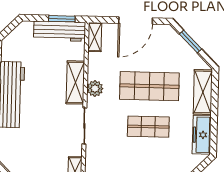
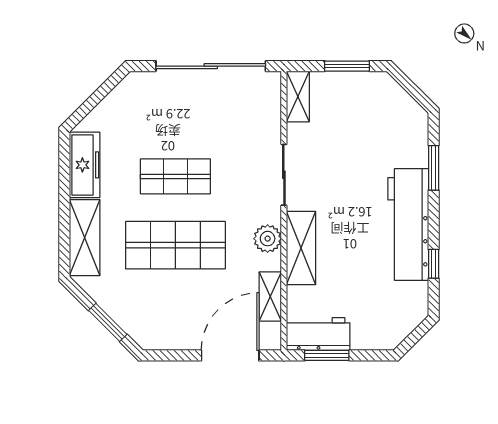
door: (136, 21) -> (230, 355), moved
workbench: (60, 31) -> (318, 334), width x0.73
shelving: (95, 37) -> (270, 297), moved

